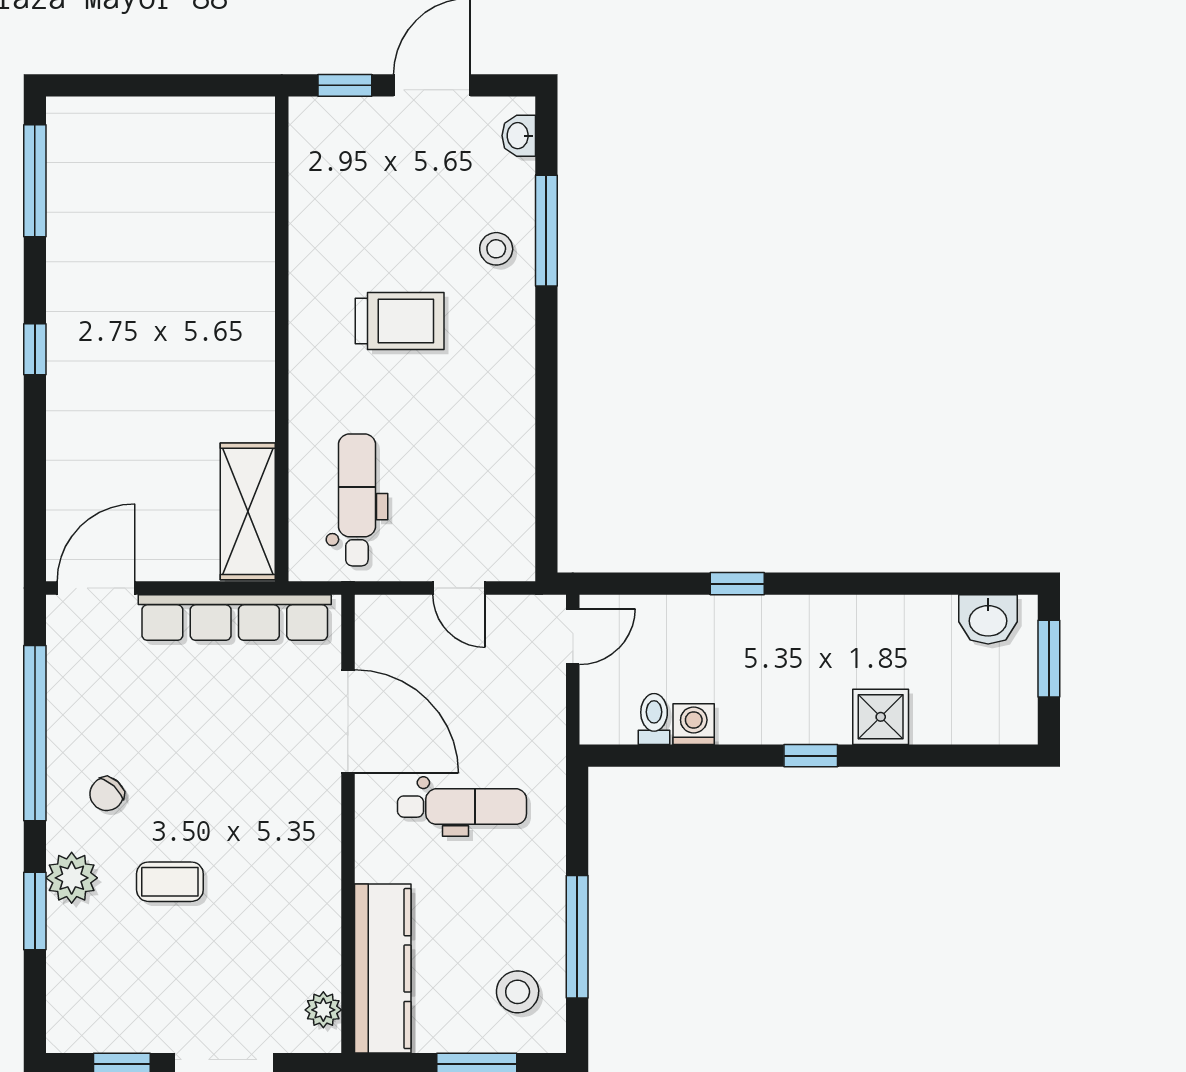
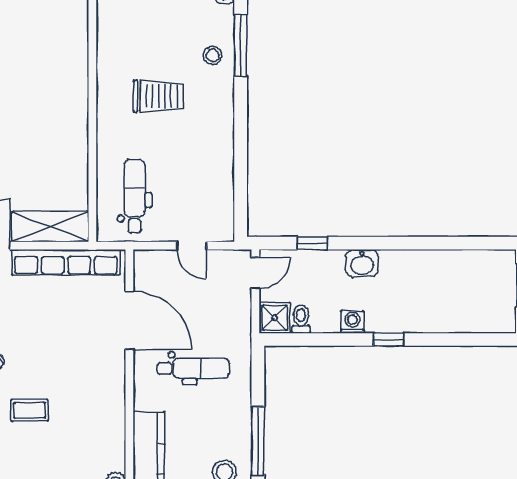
shelving: (248, 511) -> (50, 227), moved, turned 90
window: (737, 584) -> (312, 243), moved
washbasin: (988, 619) -> (362, 263), moved
shower: (881, 717) -> (275, 318), moved
washing machine: (694, 724) -> (353, 322), moved

